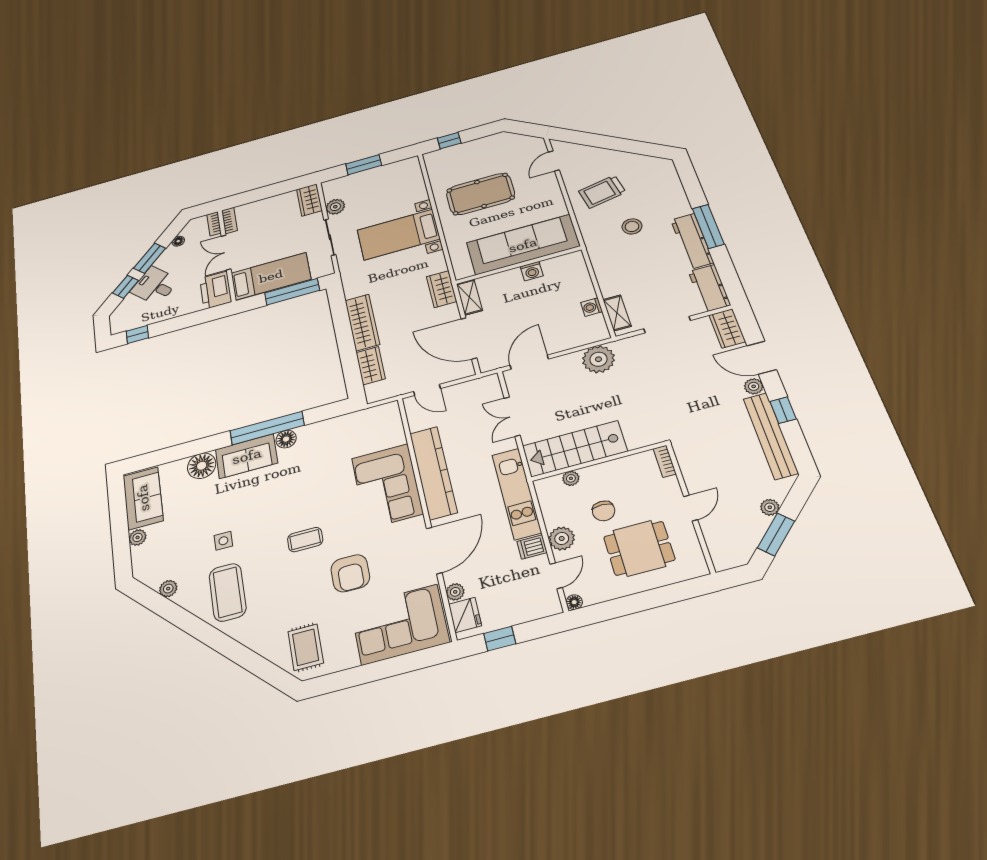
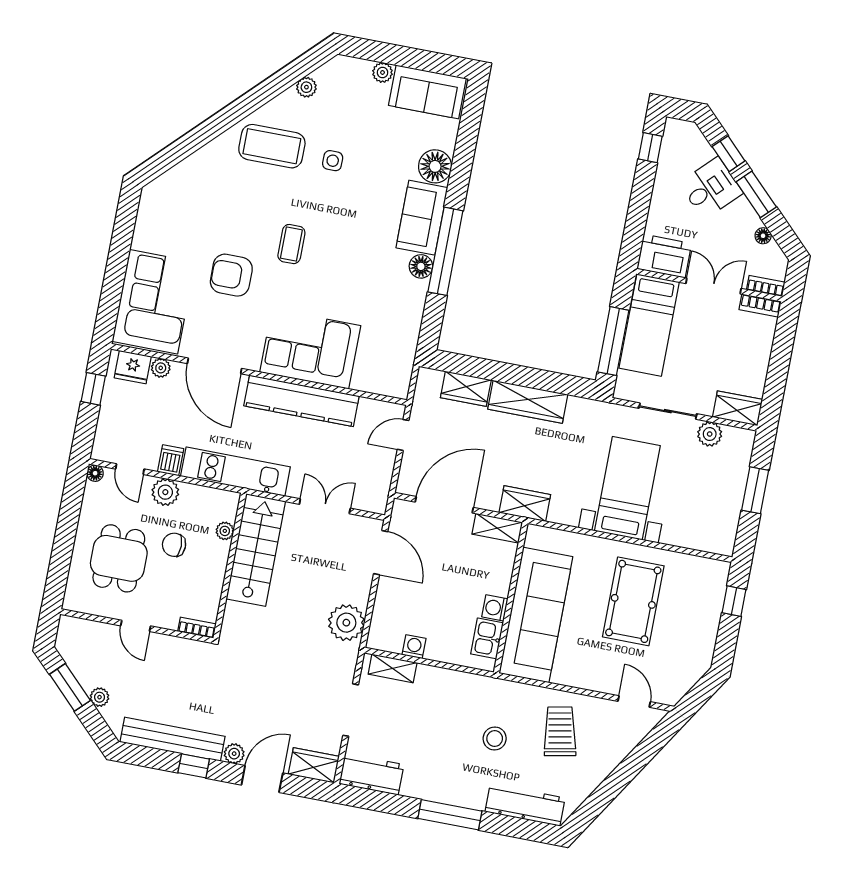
workbench: (692, 241) -> (525, 805), moved
kitchen sink: (558, 265) -> (487, 638), added
rug: (306, 647) -> (175, 203), removed

